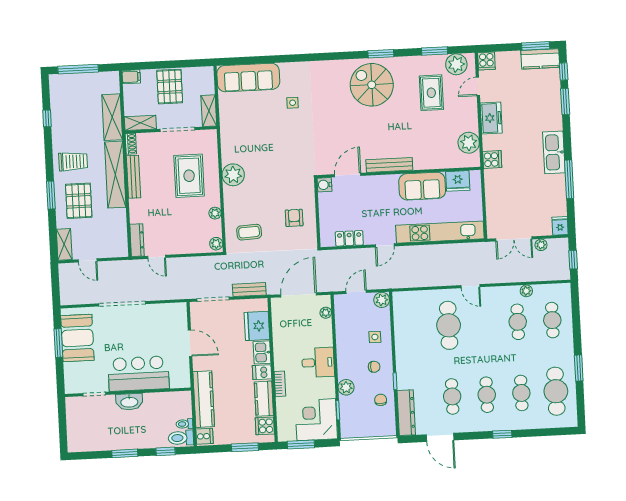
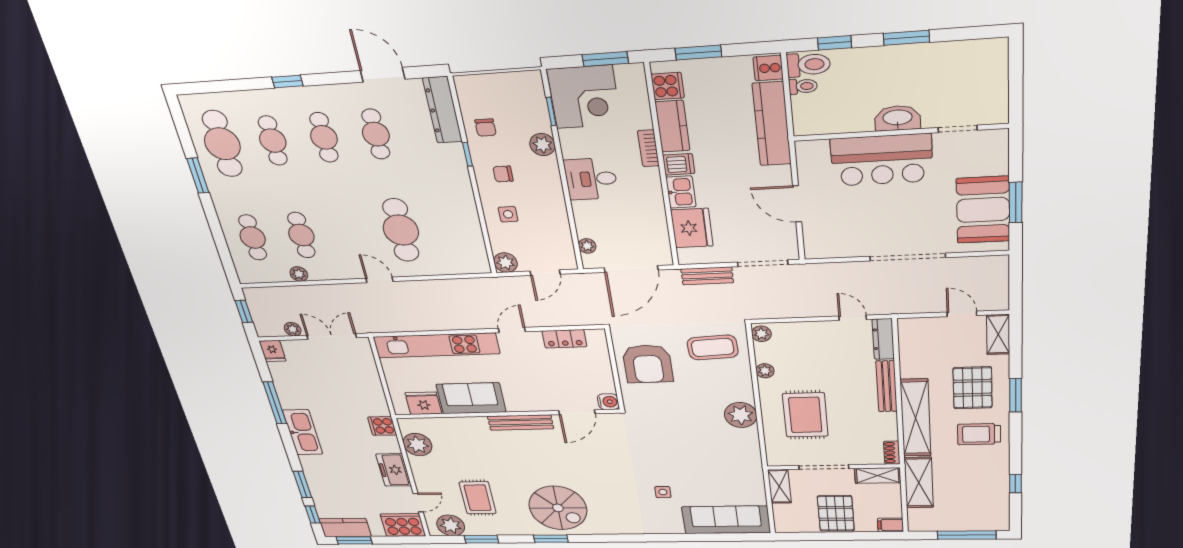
cooker: (486, 61) -> (403, 525), width x1.87, depth x1.31
bench: (133, 177) -> (887, 386), moved
armchair: (294, 218) -> (648, 364), width x1.88, depth x1.88
coffee table: (249, 232) -> (713, 347), width x1.36, depth x1.30

